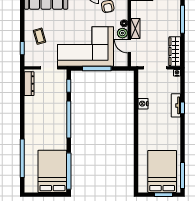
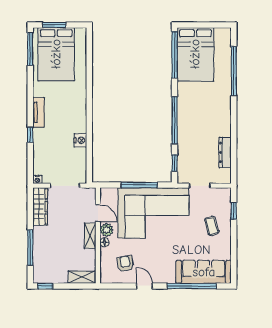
dresser: (29, 84) -> (225, 152), moved
tv unit: (176, 105) -> (39, 112), moved

